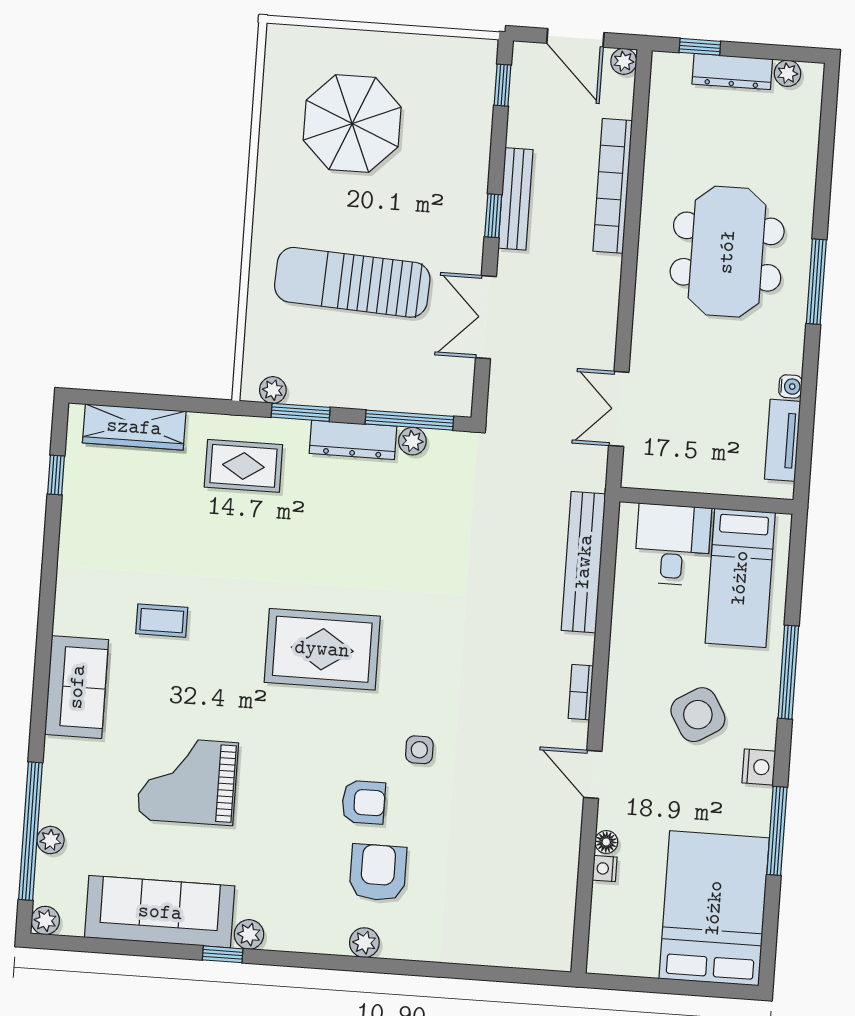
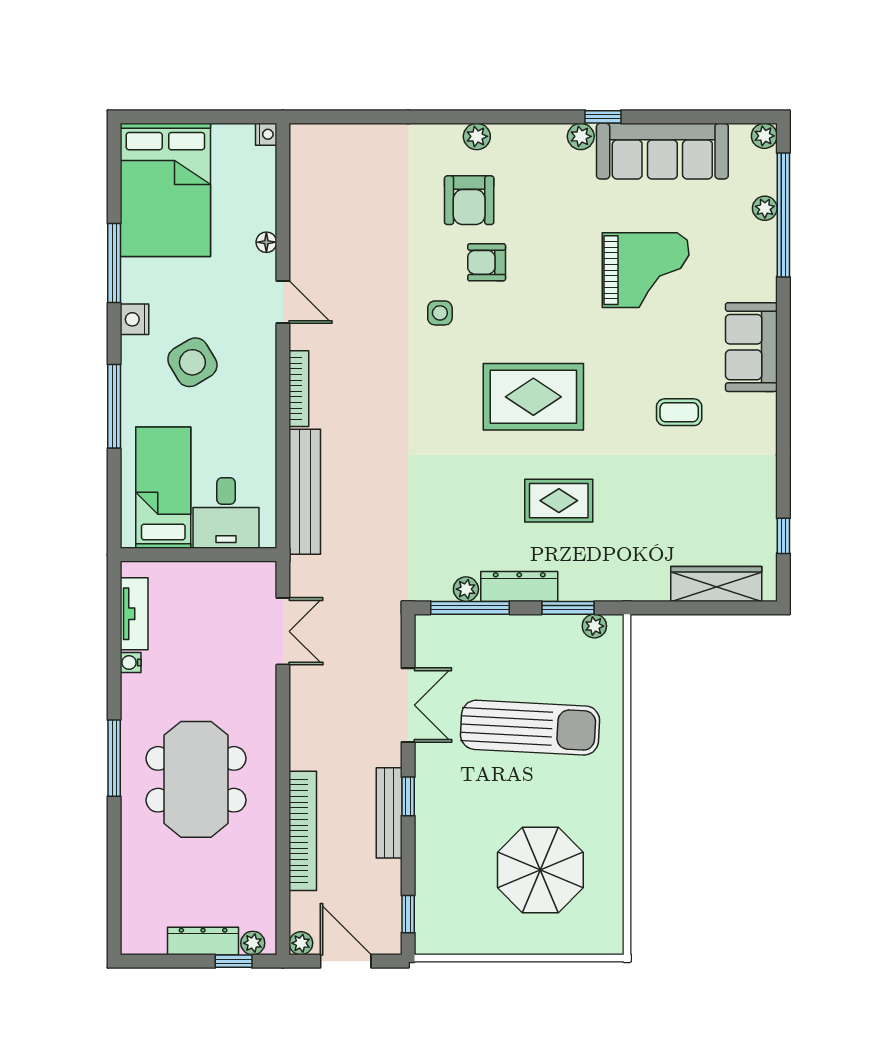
plant: (788, 73) -> (253, 943), moved
rug: (243, 466) -> (559, 501), moved
bookcase: (581, 692) -> (299, 389), width x1.56
nightstand: (605, 869) -> (266, 134), moved

